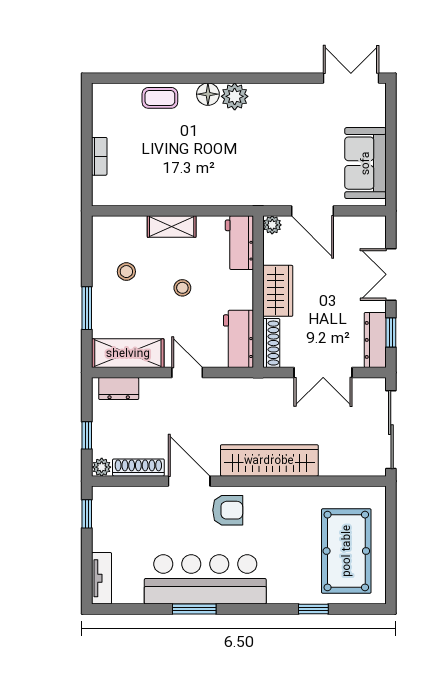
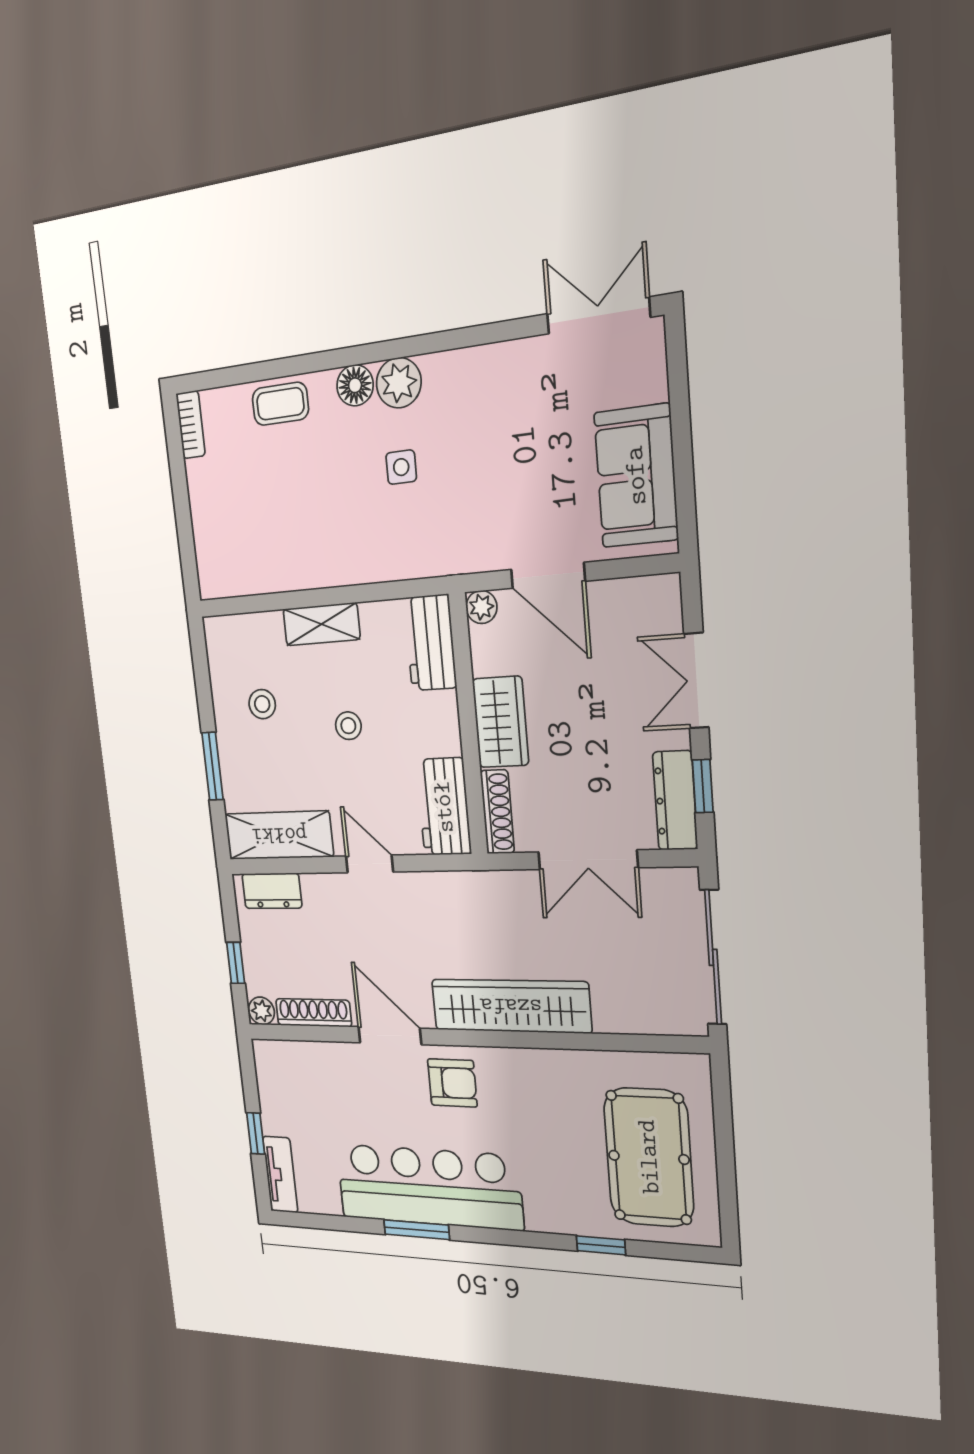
side table: (231, 142) -> (401, 467), added
bookcase: (99, 156) -> (191, 425), moved
window: (87, 514) -> (256, 1133), moved

